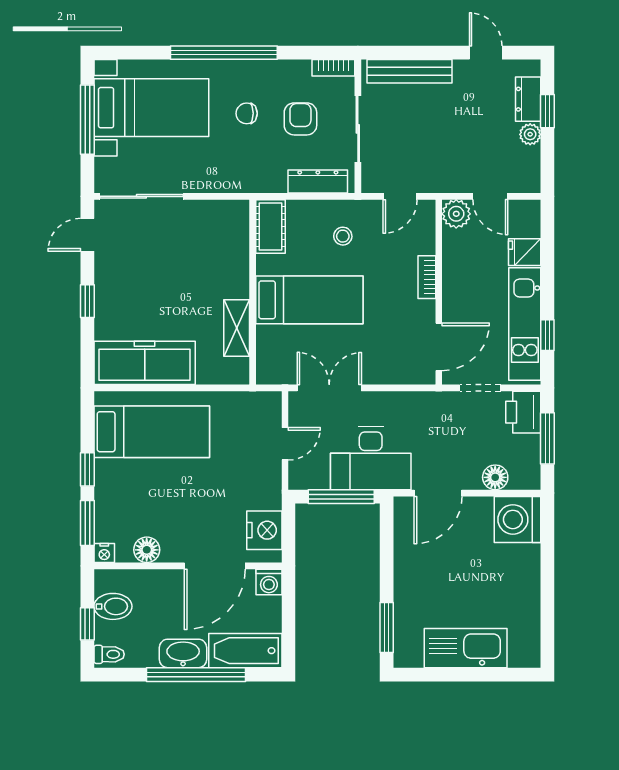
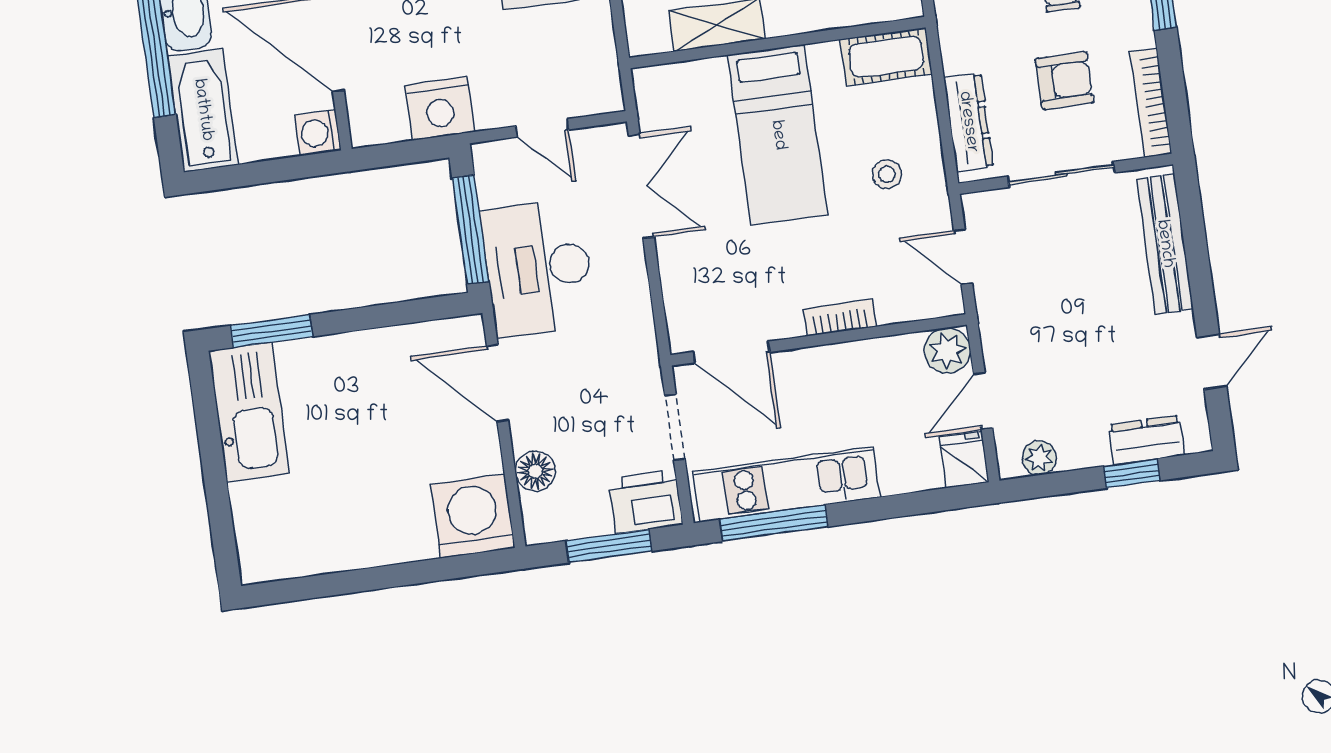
bookcase: (333, 68) -> (1151, 103), width x1.56
plant: (530, 134) -> (1039, 458), moved
fridge: (525, 252) -> (964, 460), moved
window: (547, 335) -> (774, 523), width x2.17
nightstand: (264, 530) -> (440, 109), moved
kitchen sink: (466, 648) -> (249, 412), moved

